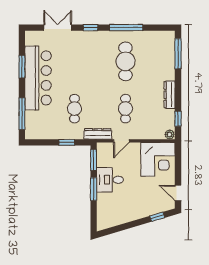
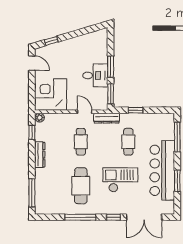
double door: (58, 28) -> (144, 217), width x1.37
checkout: (83, 68) -> (120, 180), added
door: (121, 141) -> (85, 112), hinge flipped

